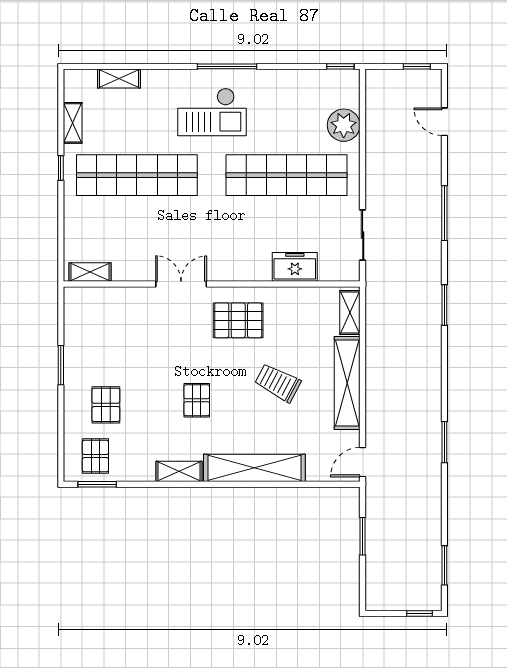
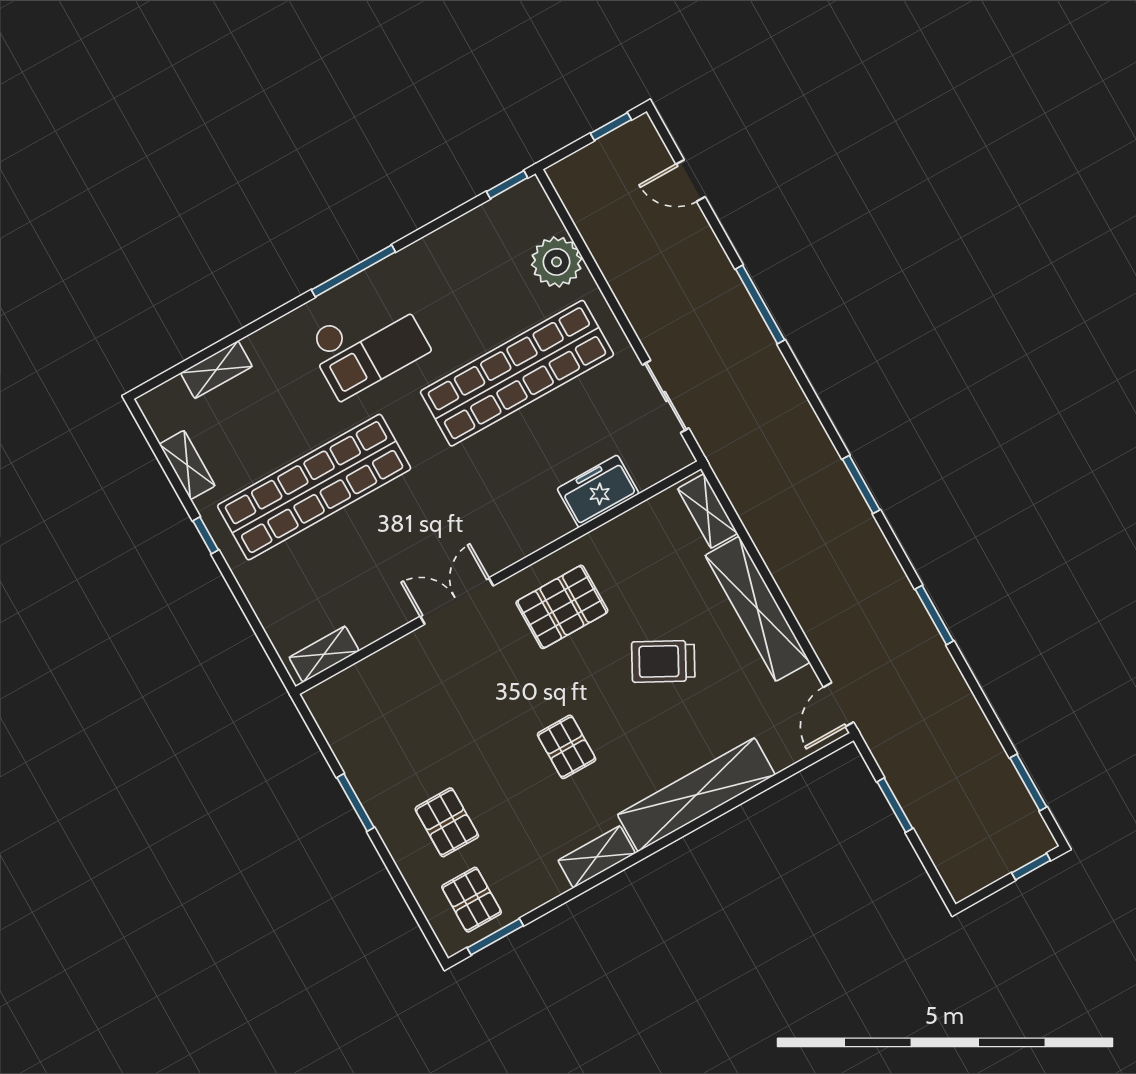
window: (444, 305) -> (861, 485), moved

